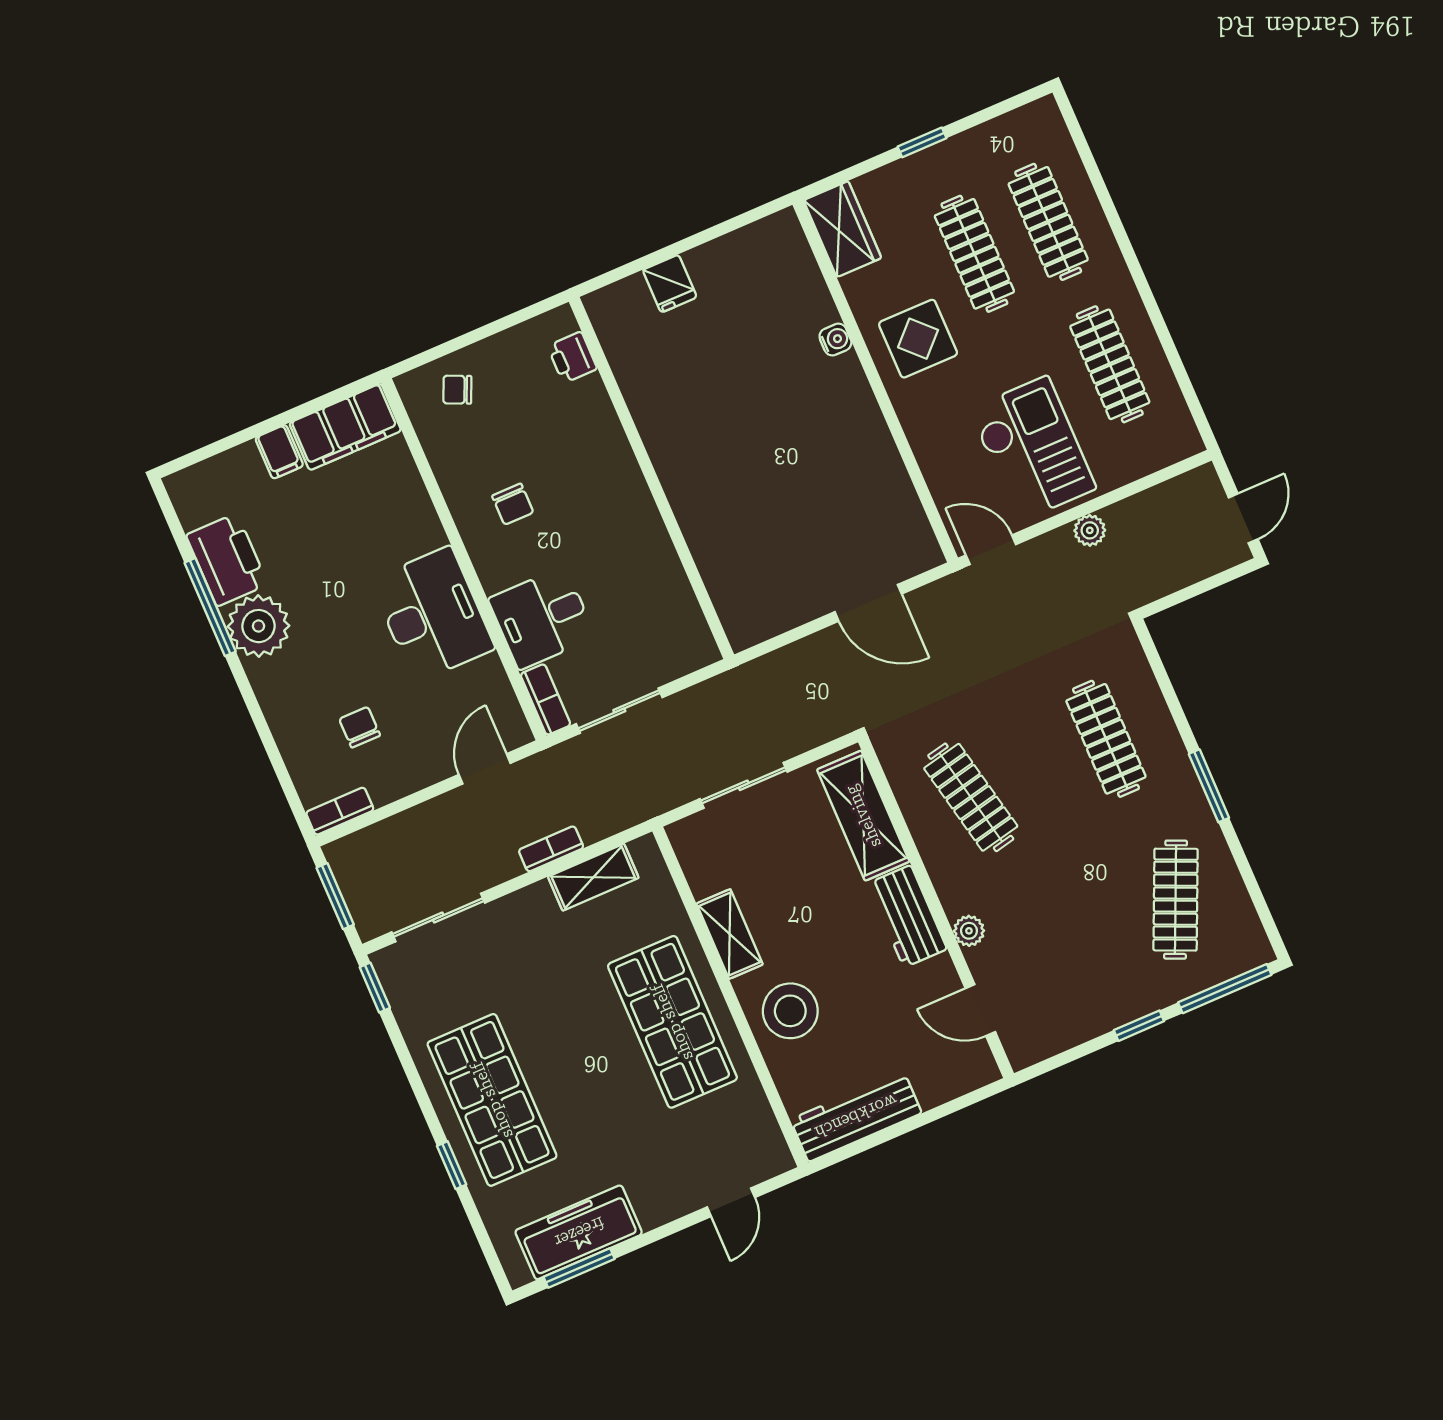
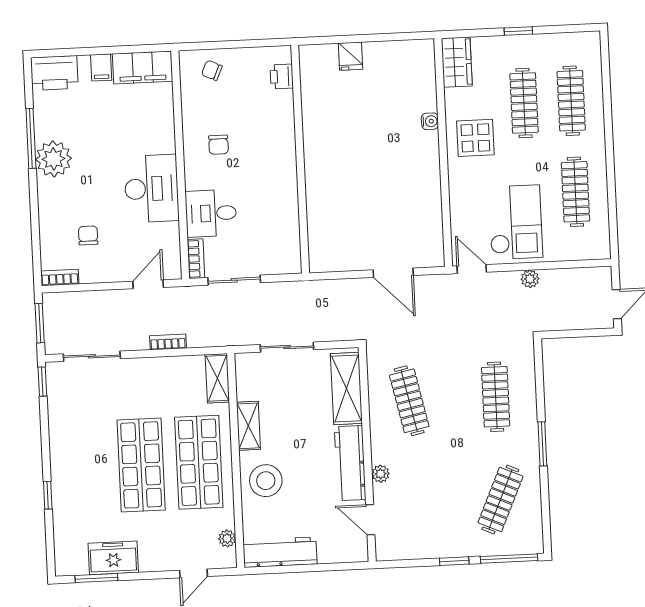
printer: (227, 560) -> (54, 73), moved, turned 90
shelving: (593, 877) -> (217, 378), moved, turned 90
workbench: (907, 916) -> (350, 463), width x1.38
shop shelf: (492, 1100) -> (141, 465), moved
plant: (764, 1126) -> (227, 538), added
freezer: (579, 1232) -> (113, 558), width x0.71

